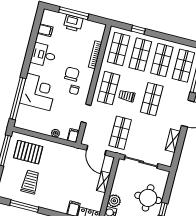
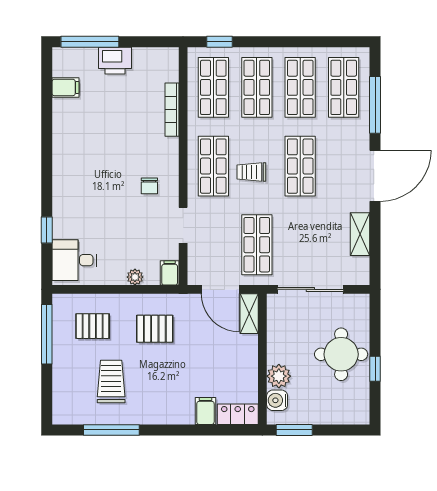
window: (74, 13) -> (90, 42), moved
window: (138, 30) -> (220, 42), moved
desk: (43, 55) -> (74, 260), moved
chair: (72, 74) -> (137, 158), removed
corner desk: (38, 92) -> (83, 207), removed
window: (18, 99) -> (47, 230), width x0.32
pallet: (28, 152) -> (93, 326), width x0.67, depth x0.71
pallet: (59, 161) -> (155, 329), added
shelving: (103, 182) -> (249, 314), moved

